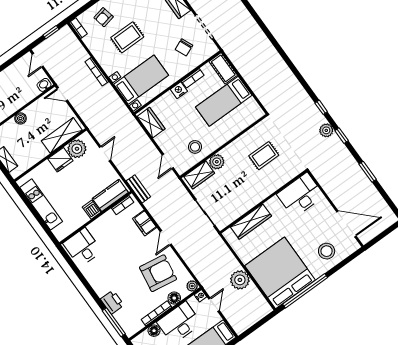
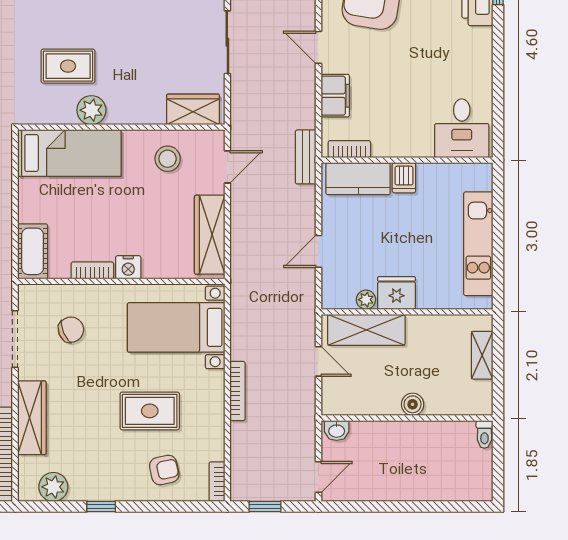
door: (62, 94) -> (318, 361), moved
bed: (224, 101) -> (69, 153), moved
wardrobe: (151, 123) -> (210, 235), width x1.50
plant: (77, 149) -> (366, 300), width x0.53, depth x0.53
plant: (217, 162) -> (91, 110), moved
door: (166, 238) -> (318, 47), swing flipped

